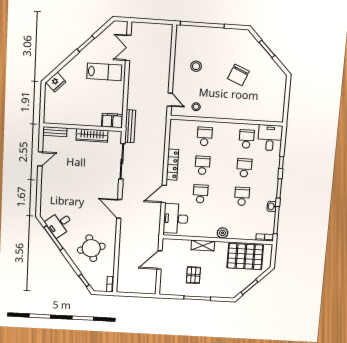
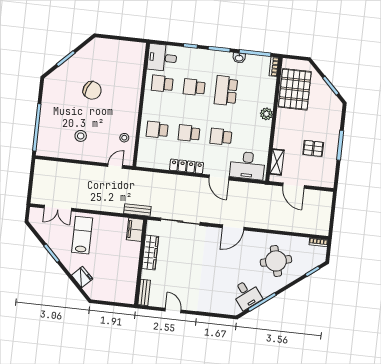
fridge: (56, 82) -> (82, 277), moved
bench: (130, 126) -> (137, 210), width x0.73
school desk: (242, 196) -> (226, 91), width x1.85
shelving: (203, 246) -> (277, 162), moved

